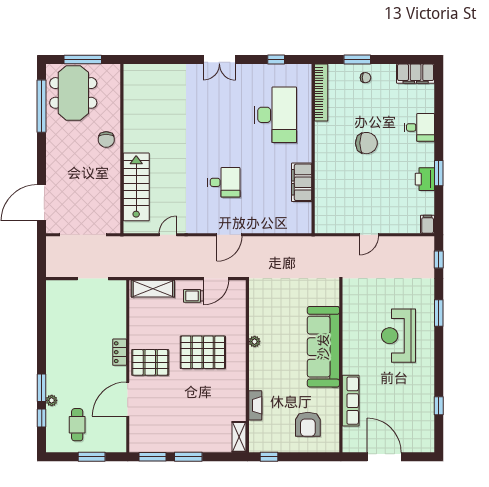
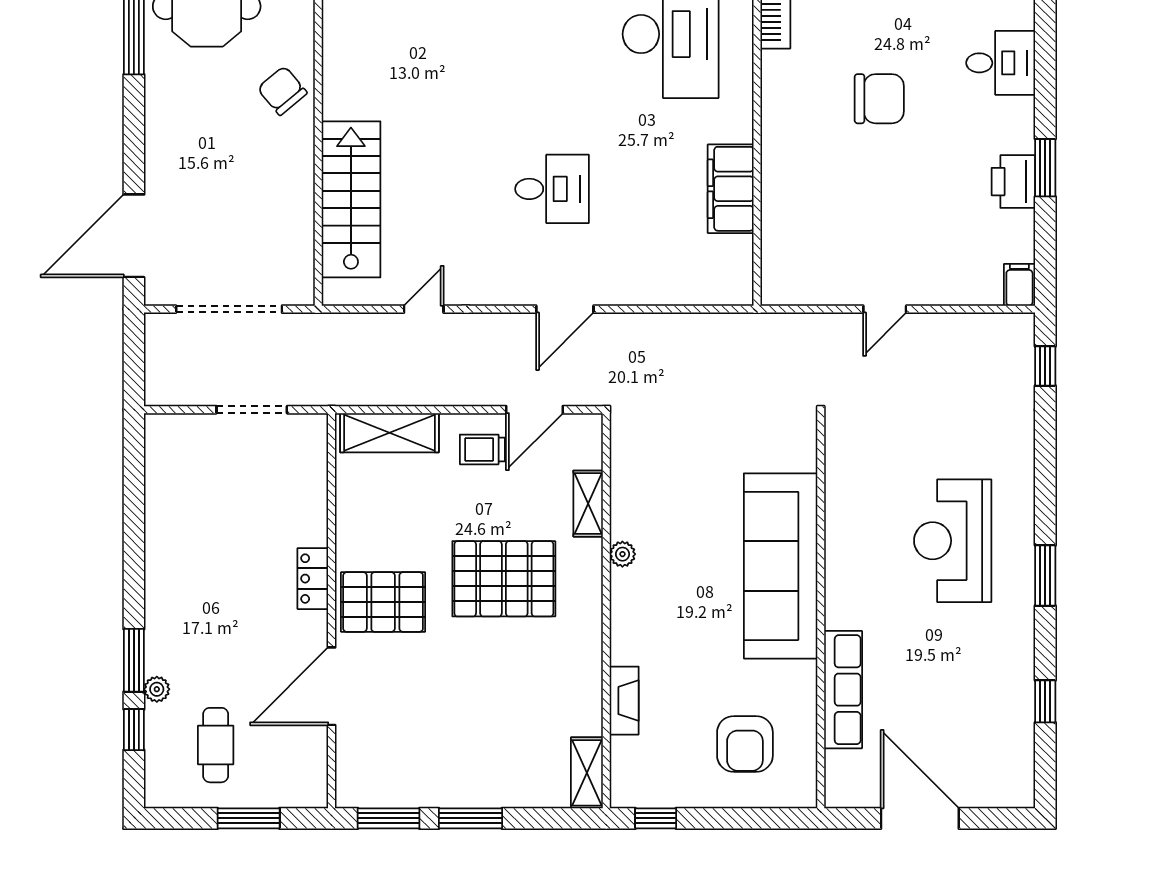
chair: (106, 140) -> (282, 91), turned 140
window: (439, 313) -> (1045, 576), moved
shelving: (240, 319) -> (588, 504), added

